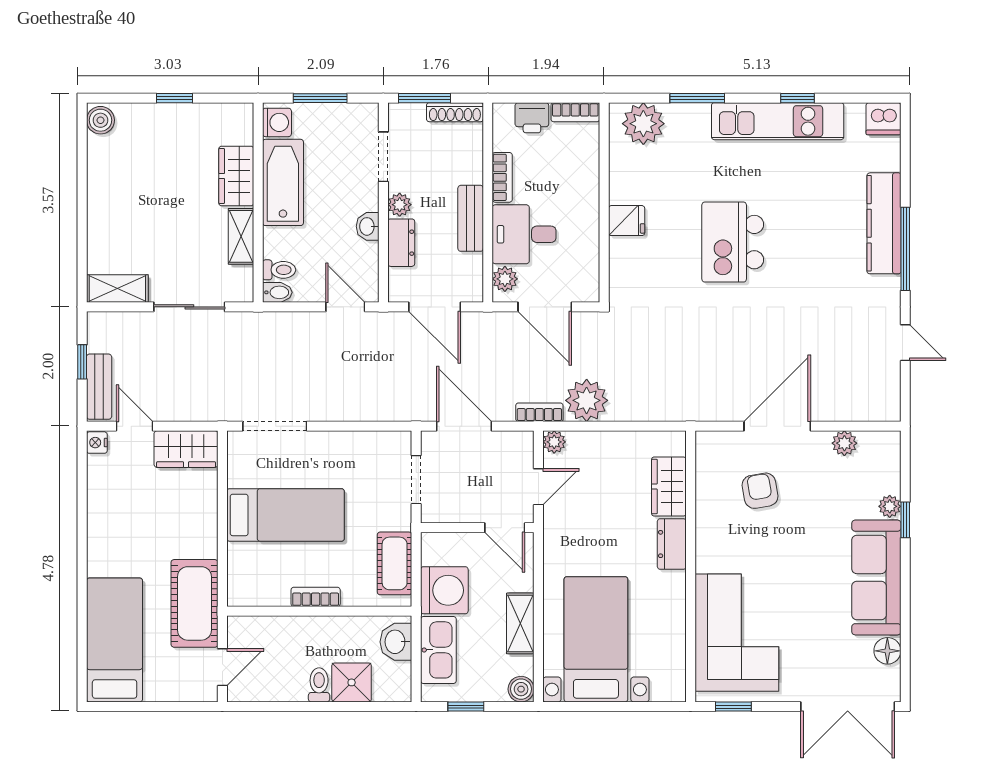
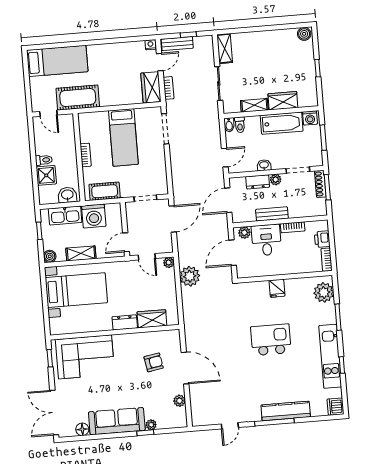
shoe rack: (455, 112) -> (320, 184), moved
bookcase: (539, 412) -> (169, 88), moved

